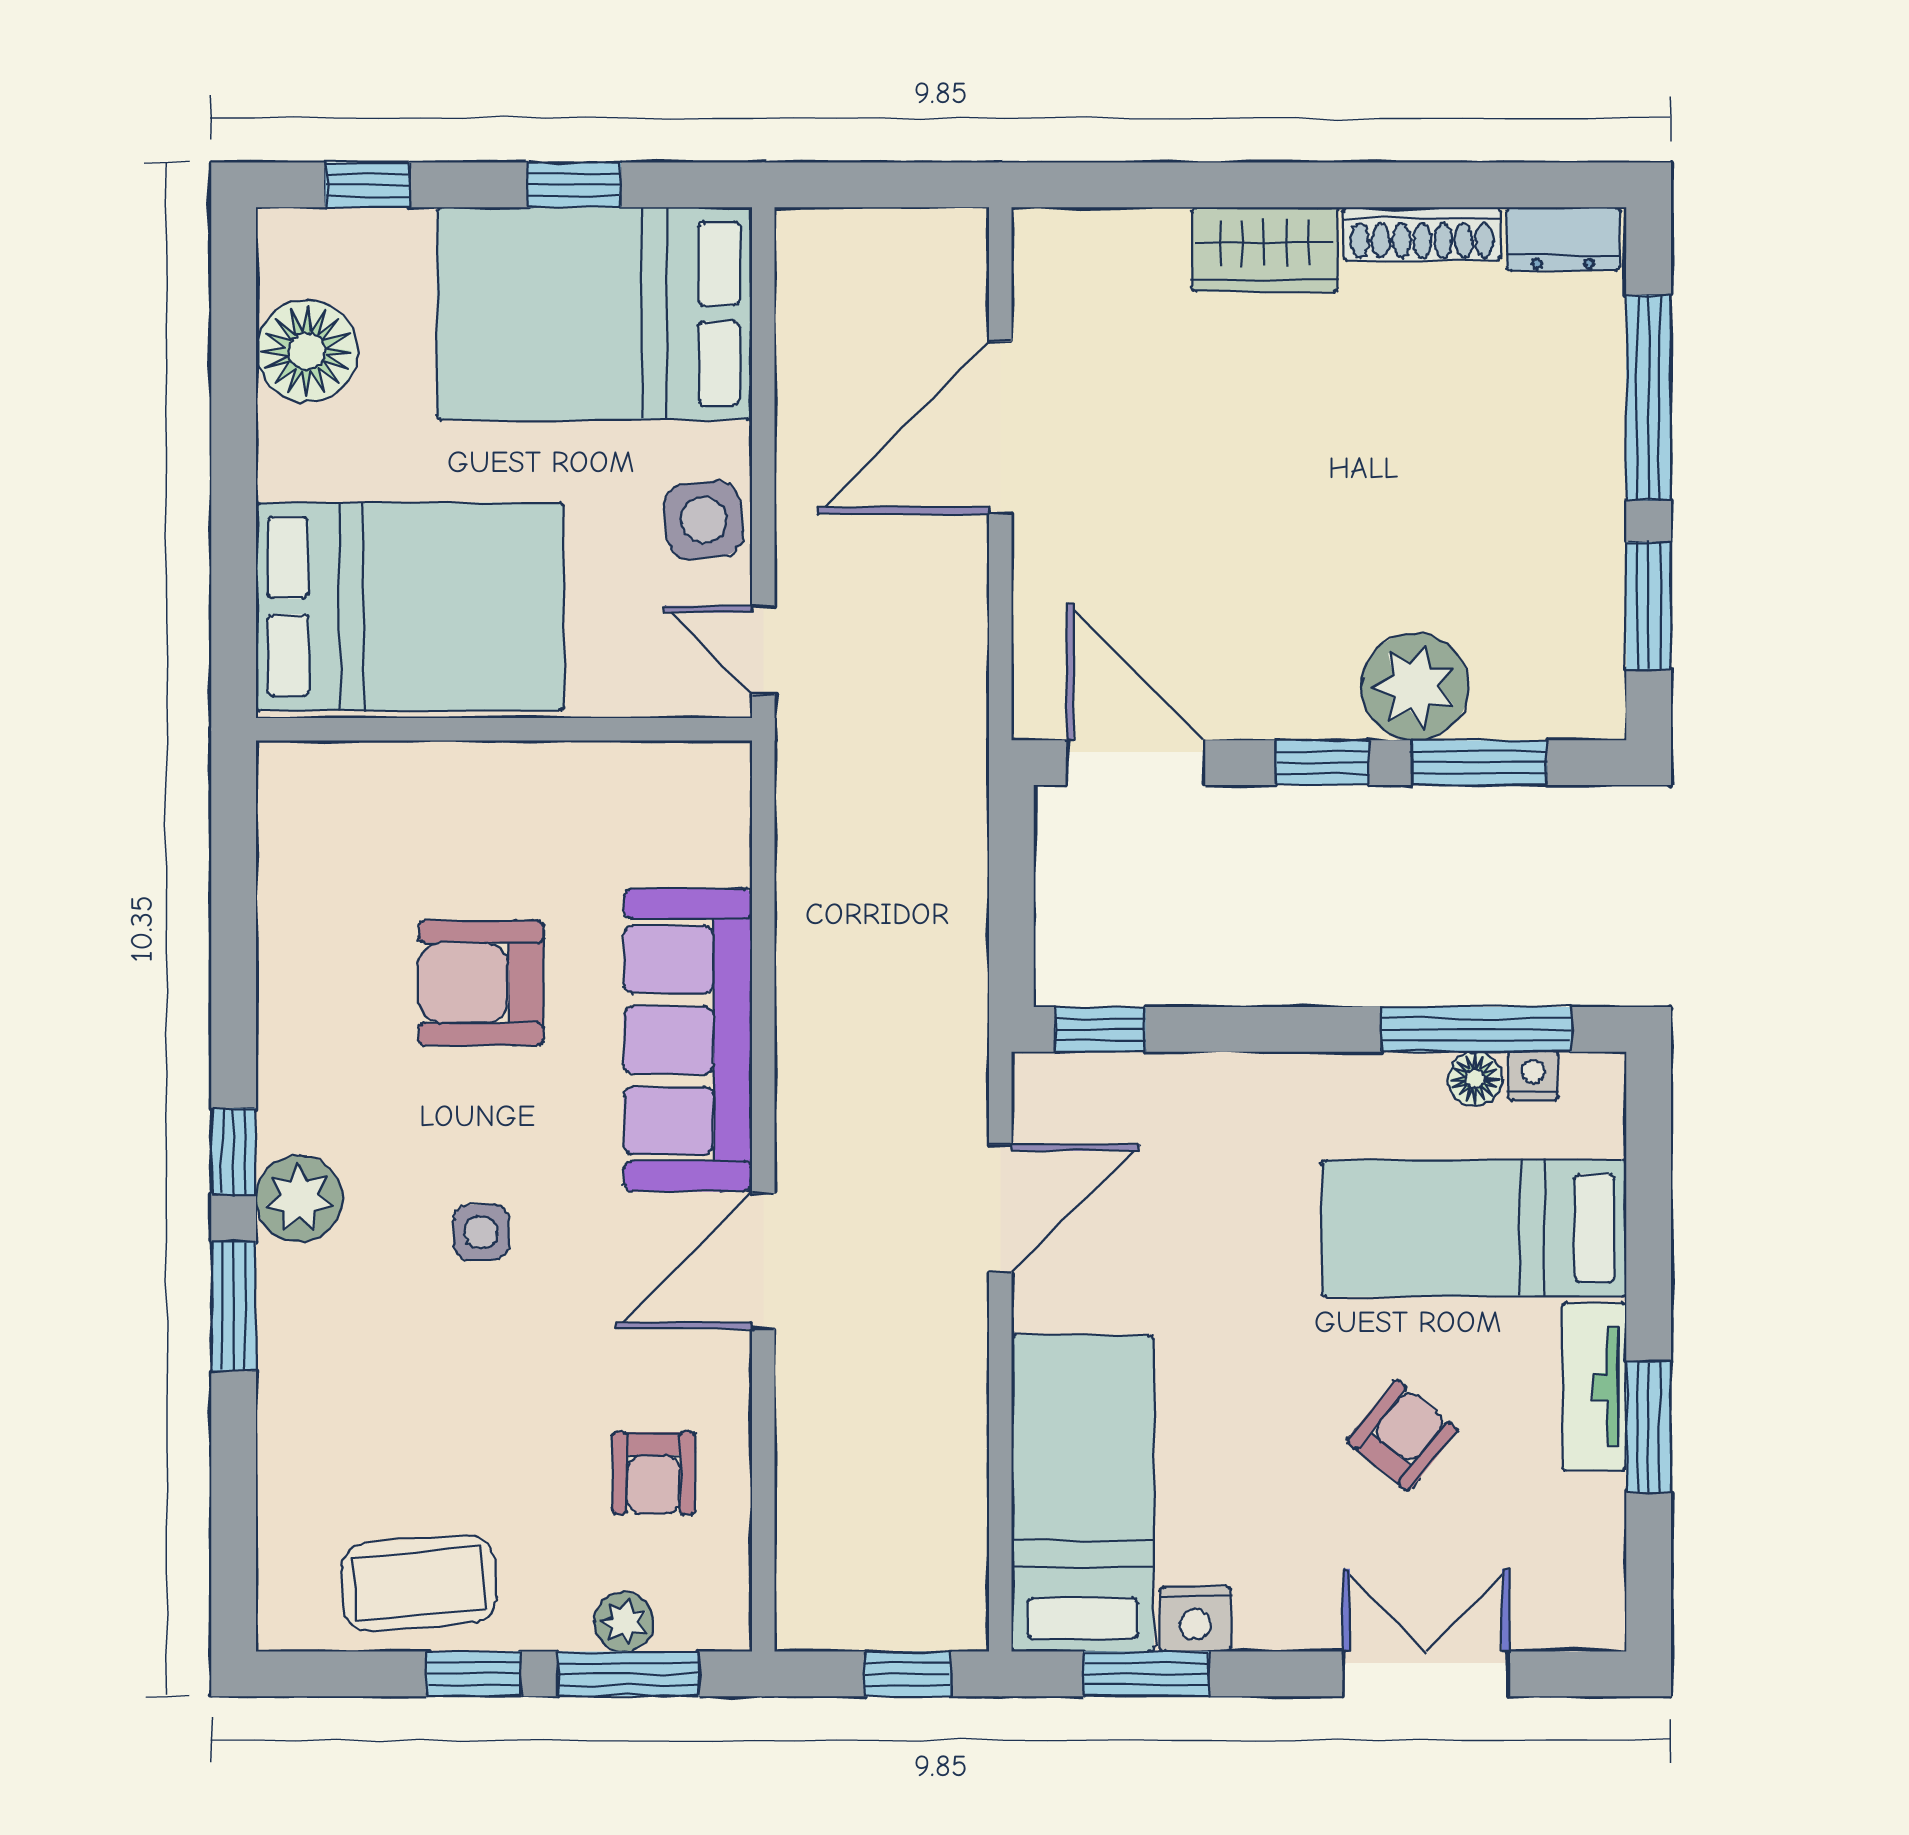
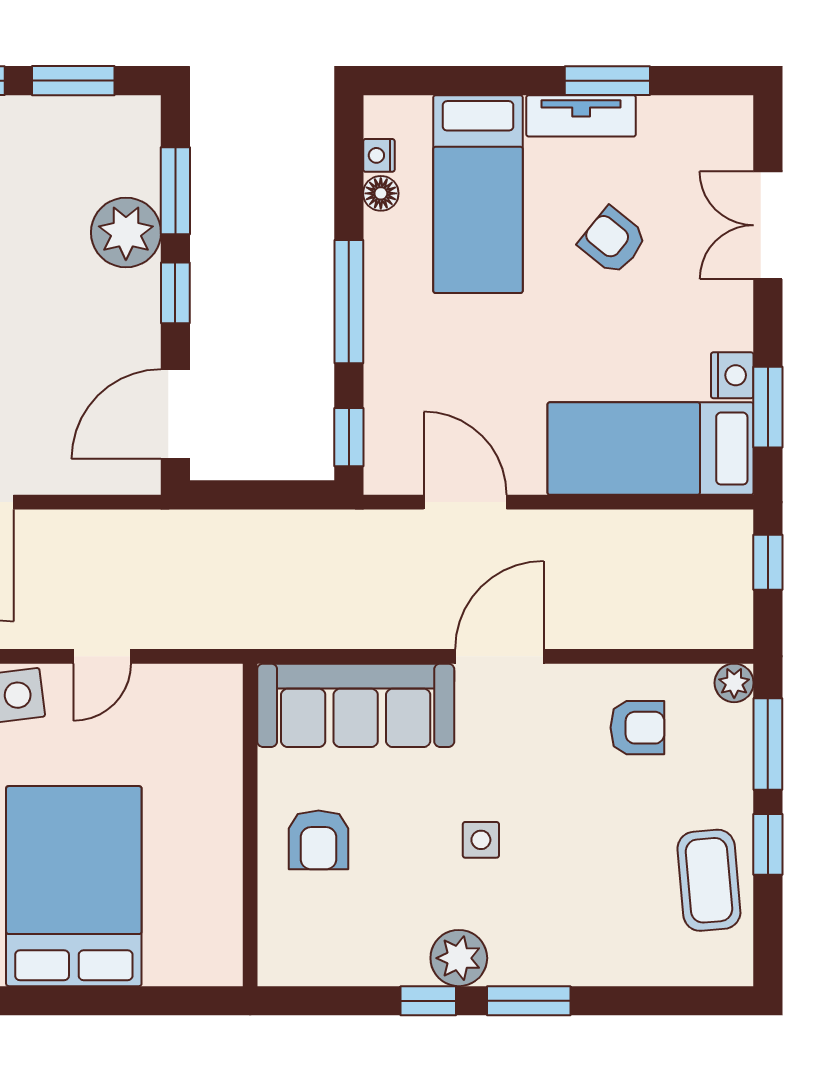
wall: (504, 729) -> (250, 825), moved
armchair: (481, 983) -> (319, 840), width x0.72, depth x0.72
window: (1476, 1029) -> (349, 302), moved
door: (763, 1261) -> (500, 656), swing flipped
plant: (624, 1622) -> (734, 683), moved

